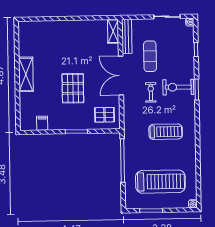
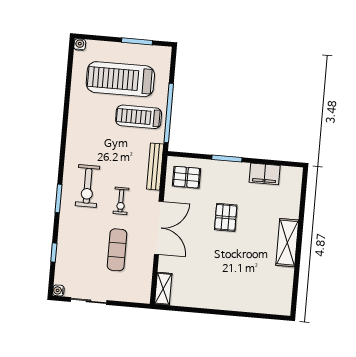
bench: (127, 36) -> (155, 167), moved
exercise bike: (178, 87) -> (88, 186), moved, turned 90
pallet: (73, 88) -> (226, 217), width x0.67, depth x0.71
filing cabinet: (42, 123) -> (265, 174), width x2.00
treadmill: (166, 132) -> (139, 117), moved

